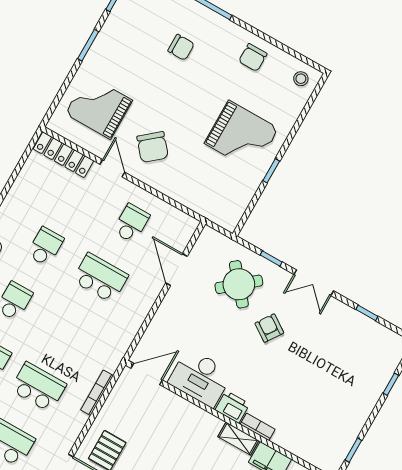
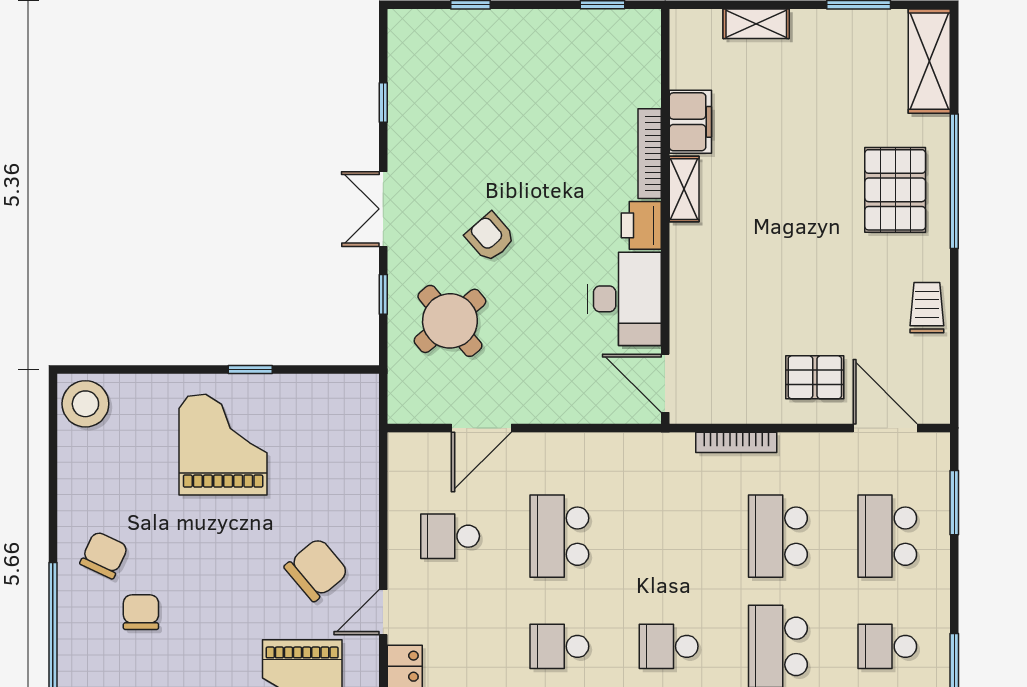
chair: (253, 58) -> (104, 555), moved, turned -65
stool: (301, 79) -> (85, 404), width x1.89, depth x1.89
double door: (314, 283) -> (383, 209), swing flipped
armchair: (269, 328) -> (490, 237), turned 105
bookcase: (258, 427) -> (650, 154), width x1.56

